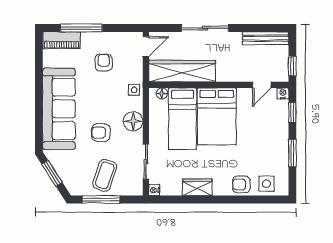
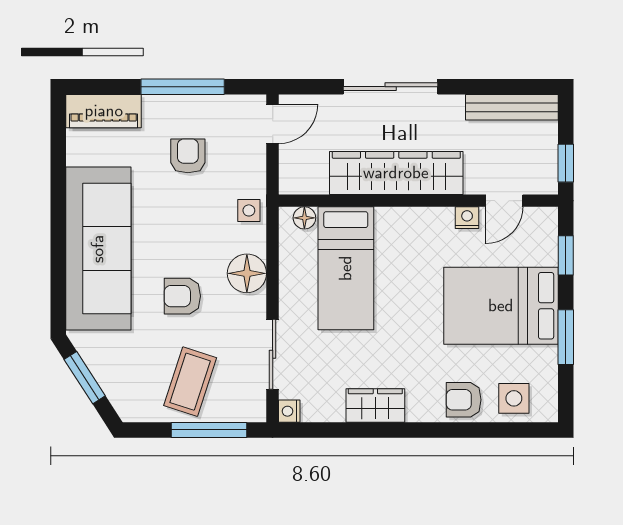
window: (81, 28) -> (183, 87), moved
wardrobe: (182, 71) -> (396, 173), moved
nightstand: (283, 93) -> (467, 218), moved
bed: (217, 116) -> (501, 306), moved, turned 90
window: (101, 200) -> (209, 430), moved

